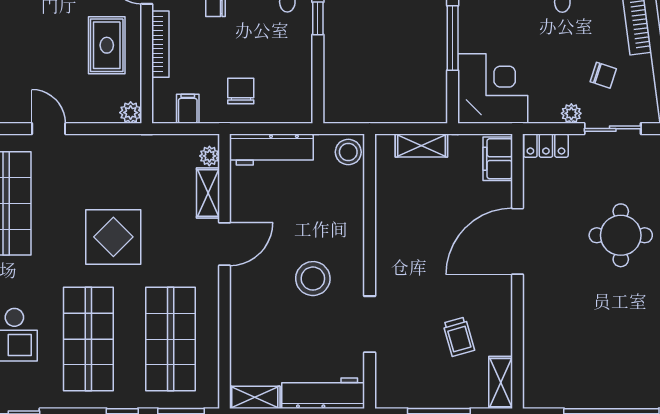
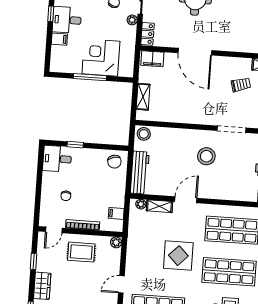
corner desk: (493, 88) -> (101, 58), moved
chair: (241, 91) -> (114, 162), moved, turned -106
door: (224, 244) -> (186, 200), hinge flipped

